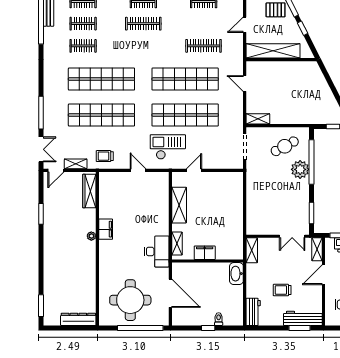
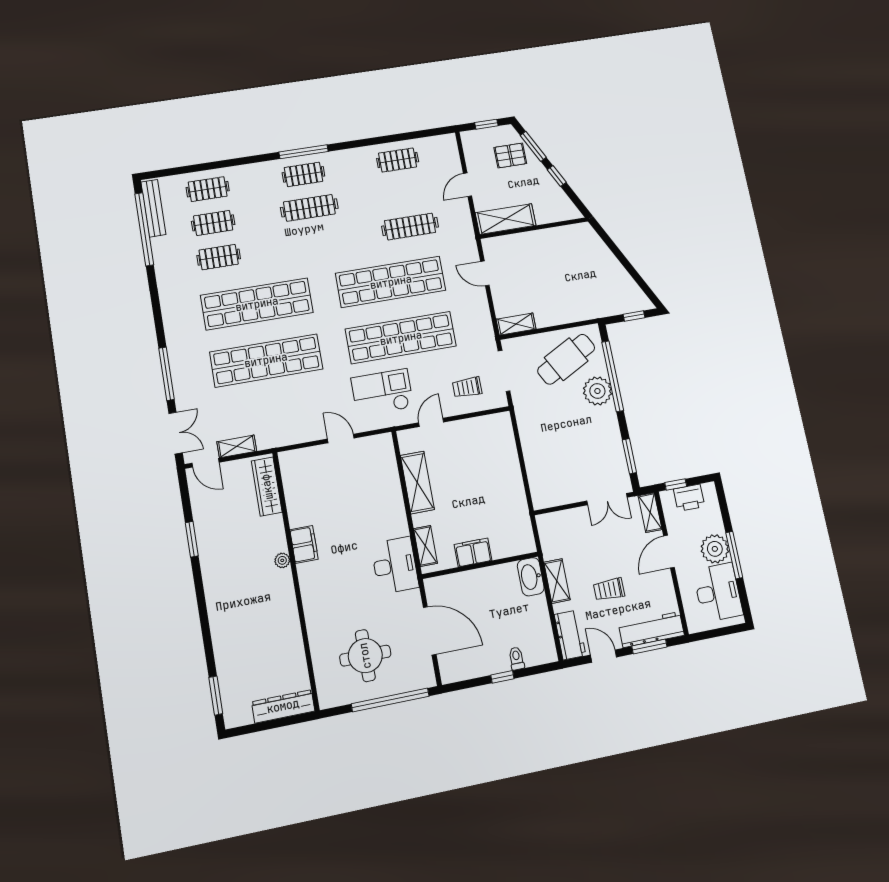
shelving: (273, 51) -> (506, 219), width x0.68
cafe table: (285, 146) -> (566, 359), width x1.37, depth x1.35
trolley: (105, 156) -> (467, 387), moved
door: (56, 170) -> (205, 463), hinge flipped
shelving: (252, 250) -> (557, 581), moved
round table: (130, 300) -> (365, 656), width x0.73, depth x0.73
door: (271, 328) -> (604, 656), added

